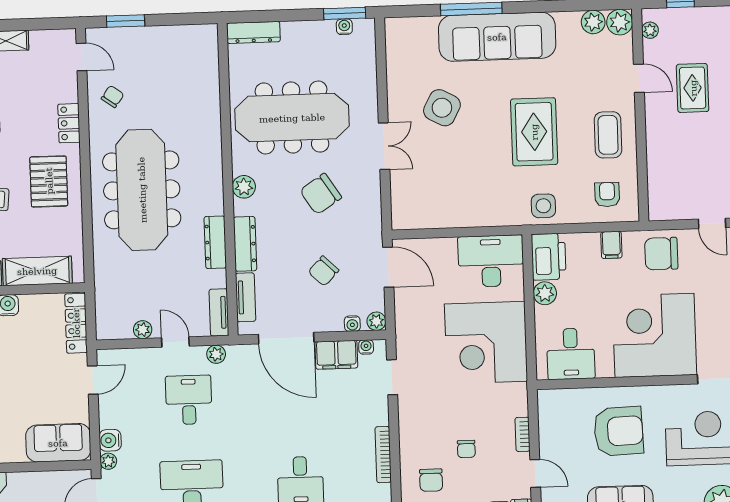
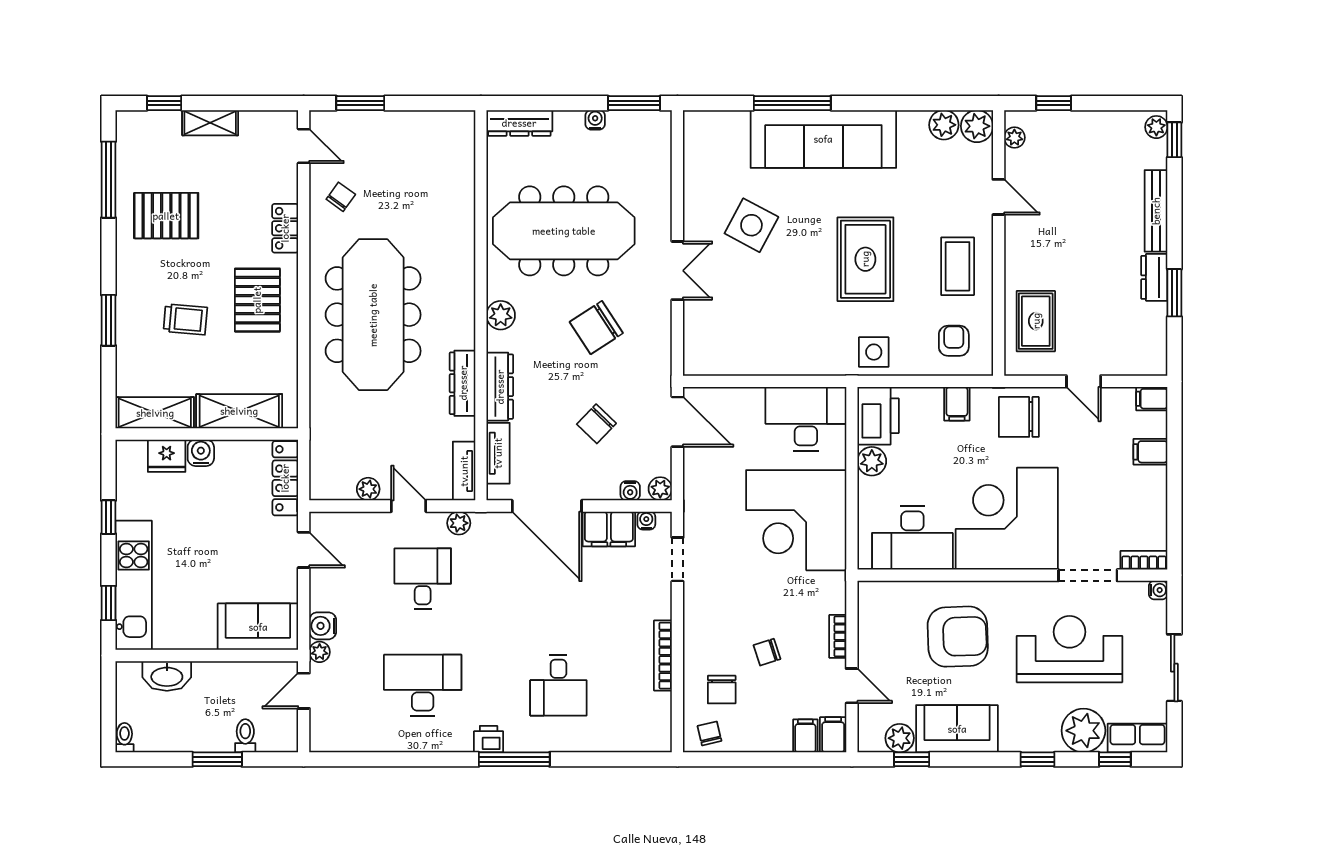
water cooler: (344, 27) -> (595, 120), moved
rug: (693, 88) -> (1036, 321), moved
desk: (571, 354) -> (912, 538), width x1.37
door: (93, 380) -> (304, 550), hinge flipped
chair: (466, 449) -> (767, 652), turned 72

